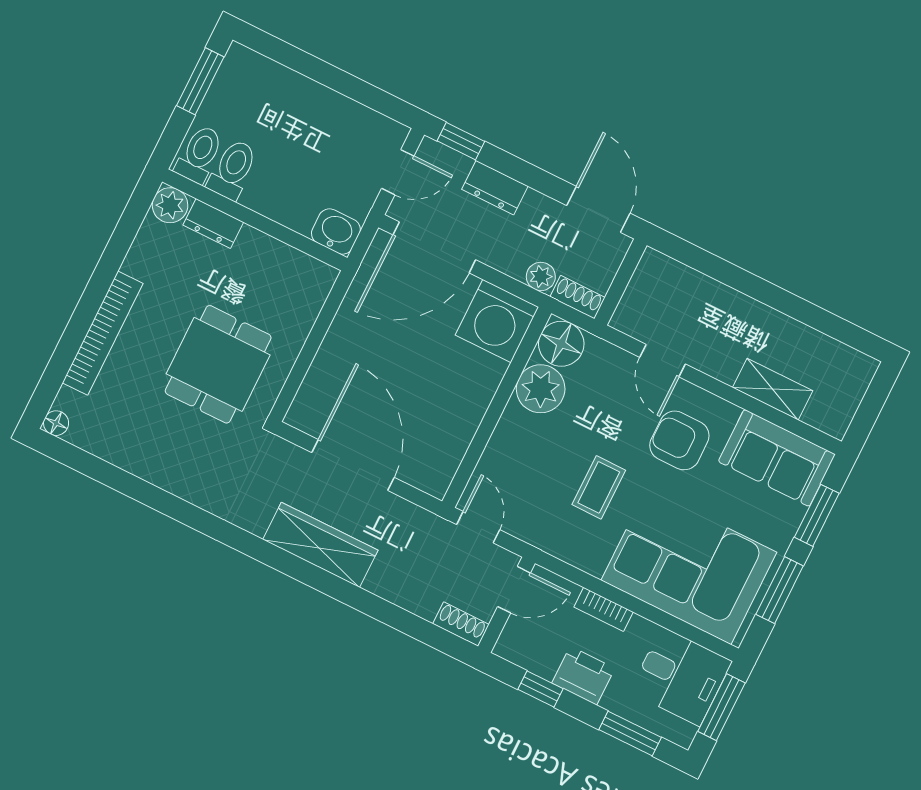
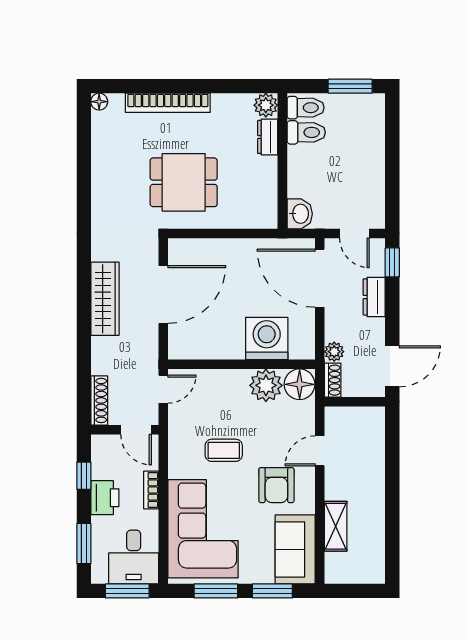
washing machine: (497, 321) -> (267, 338), moved, turned 90
armchair: (679, 440) -> (276, 485), turned 180
shoe rack: (461, 624) -> (99, 400), width x1.43

